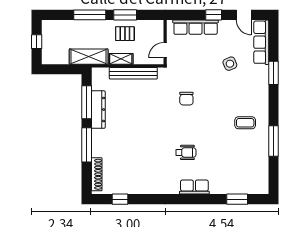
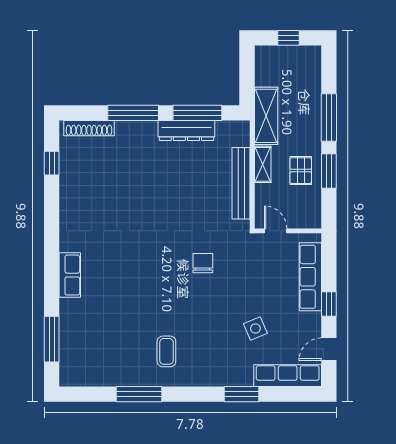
chair: (186, 99) -> (203, 263), turned 90
wheelchair: (186, 152) -> (122, 262), removed
window: (237, 199) -> (52, 339), width x1.44

